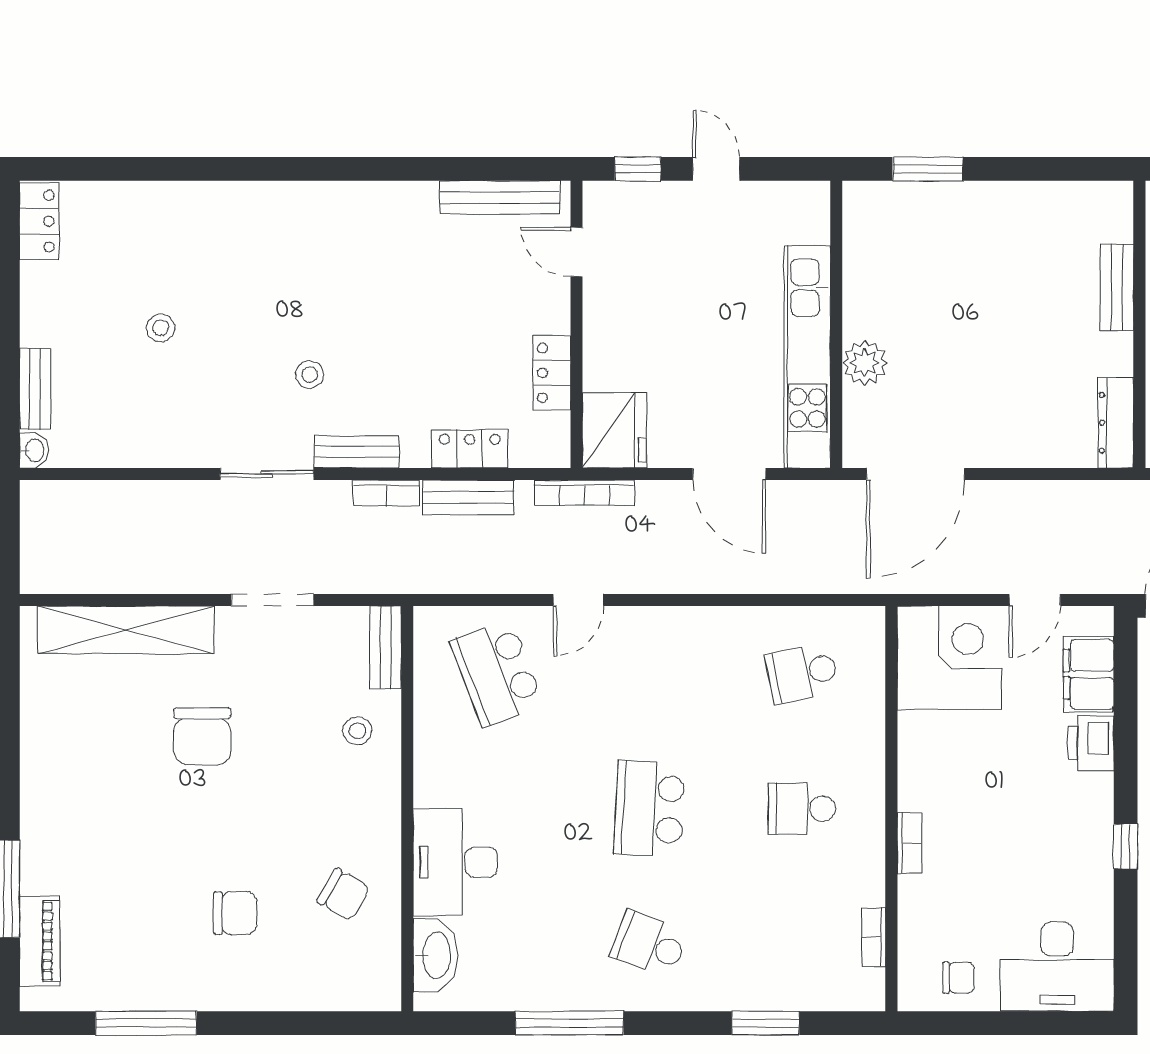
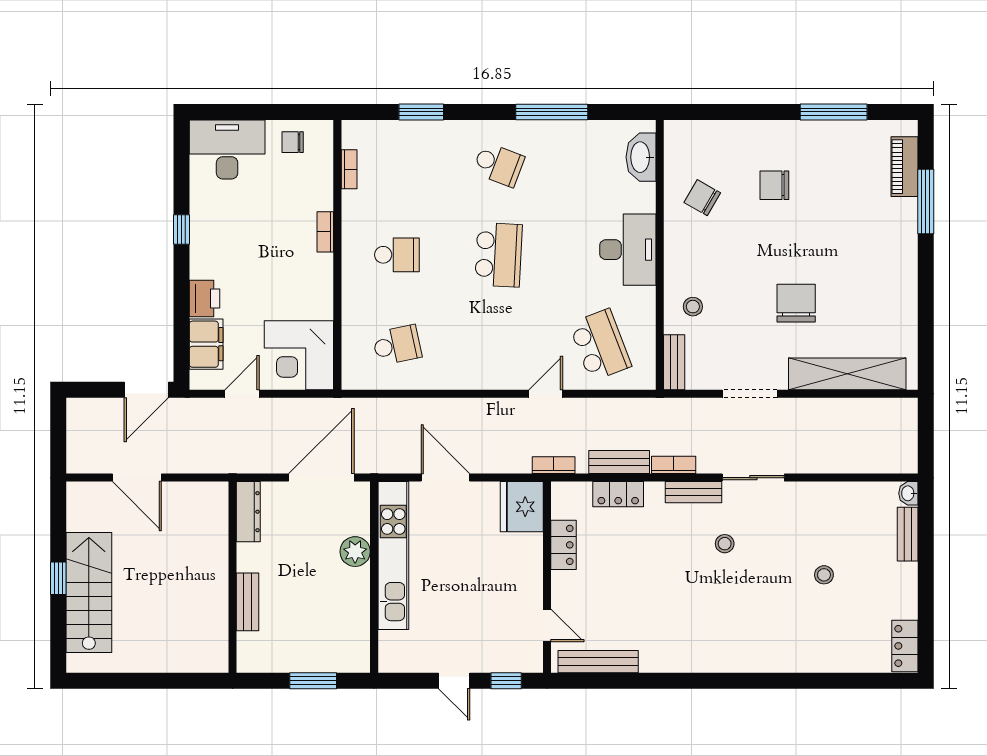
bench: (1117, 287) -> (248, 602), moved
wall: (1139, 324) -> (233, 577), moved
dresser: (1116, 423) -> (248, 512), moved
bookcase: (584, 493) -> (554, 465), width x0.64
desk: (455, 862) -> (628, 250), moved

